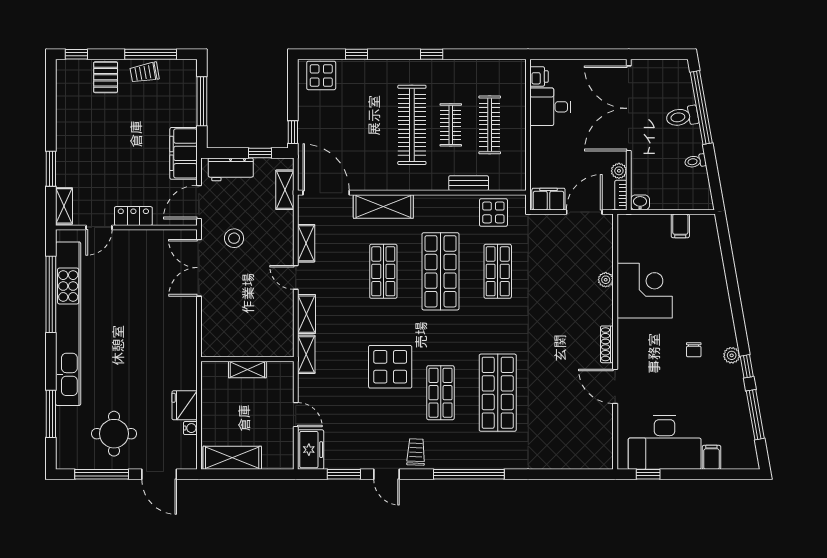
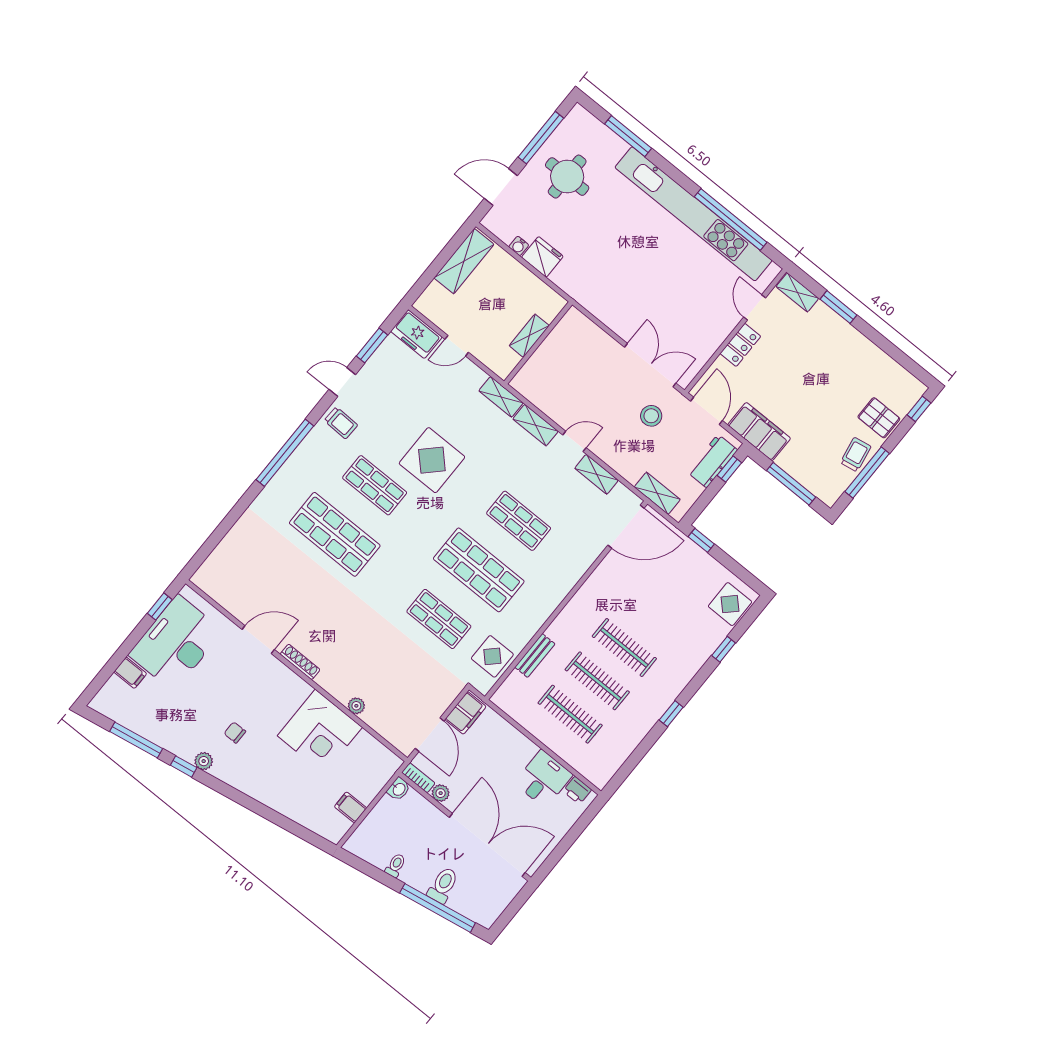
clothes rail: (412, 125) -> (624, 647), width x0.73, depth x0.76
clothes rail: (451, 125) -> (597, 681), width x1.36
window: (260, 153) -> (729, 469), moved
shelving: (383, 207) -> (574, 566), removed

